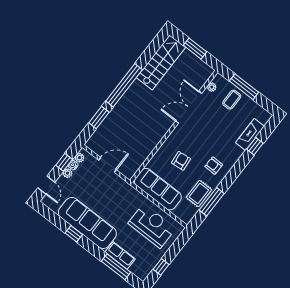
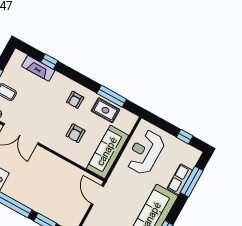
armchair: (181, 161) -> (76, 133), turned -84
door: (107, 165) -> (97, 195), moved

